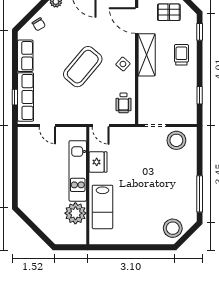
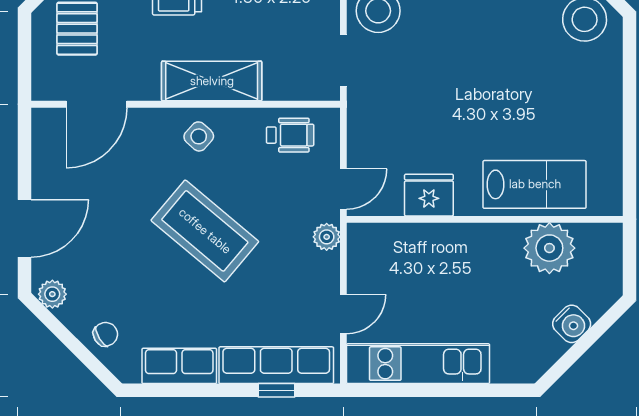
shelving: (147, 55) -> (212, 81), moved
plant: (80, 118) -> (327, 237), added
kitchen unit: (78, 171) -> (418, 364), moved, turned 180
water cooler: (43, 223) -> (572, 324), added

